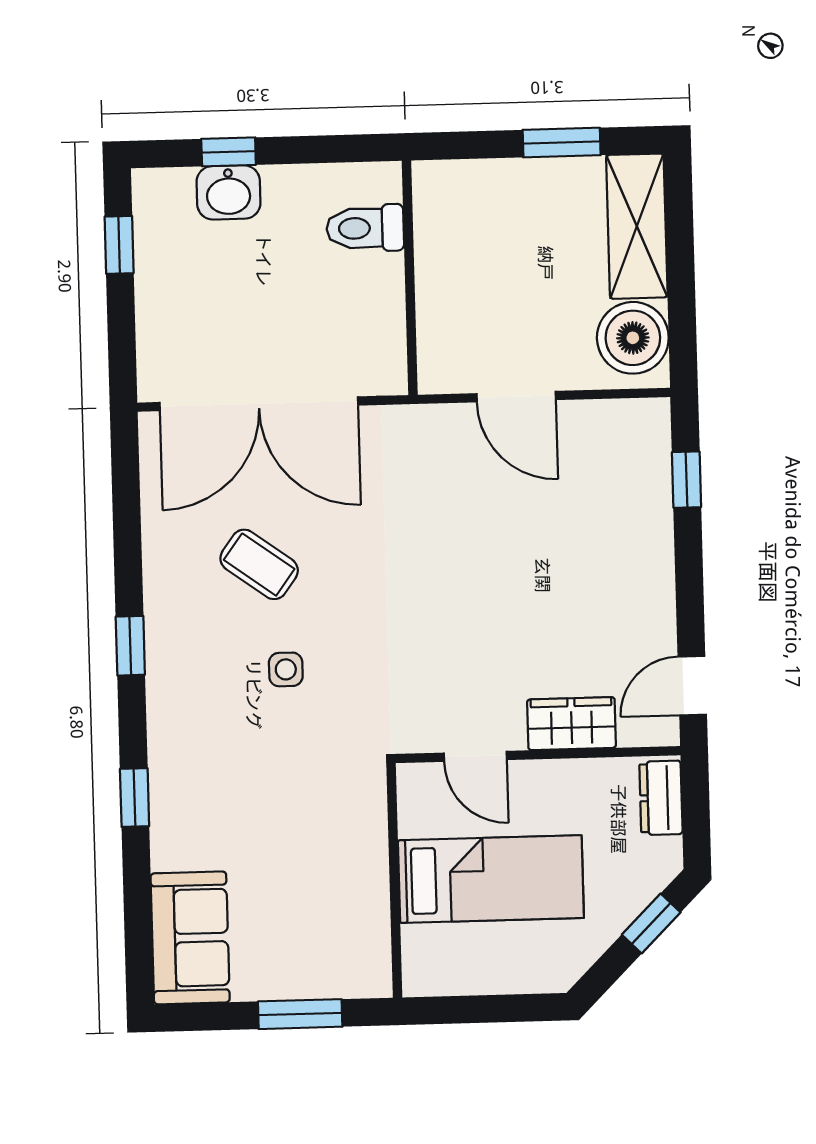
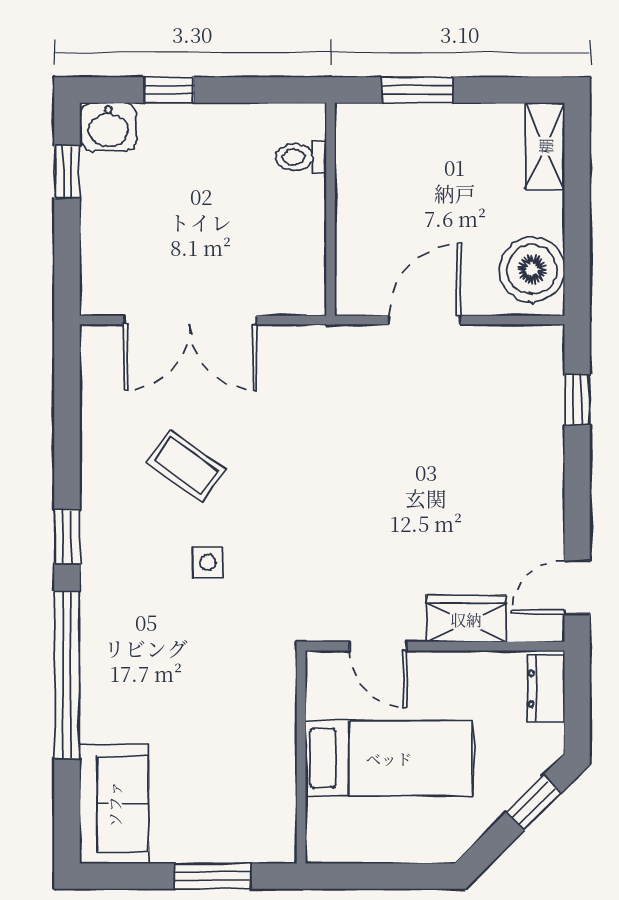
window: (562, 143) -> (417, 90), moved
washbasin: (228, 192) -> (108, 127), moved
shelving: (637, 226) -> (545, 146), width x0.67, depth x0.75
toilet: (365, 228) -> (301, 157), width x0.73, depth x0.72
door: (516, 397) -> (424, 320), swing flipped
double door: (259, 404) -> (190, 320), width x0.73
window: (135, 797) -> (67, 675), width x3.17

